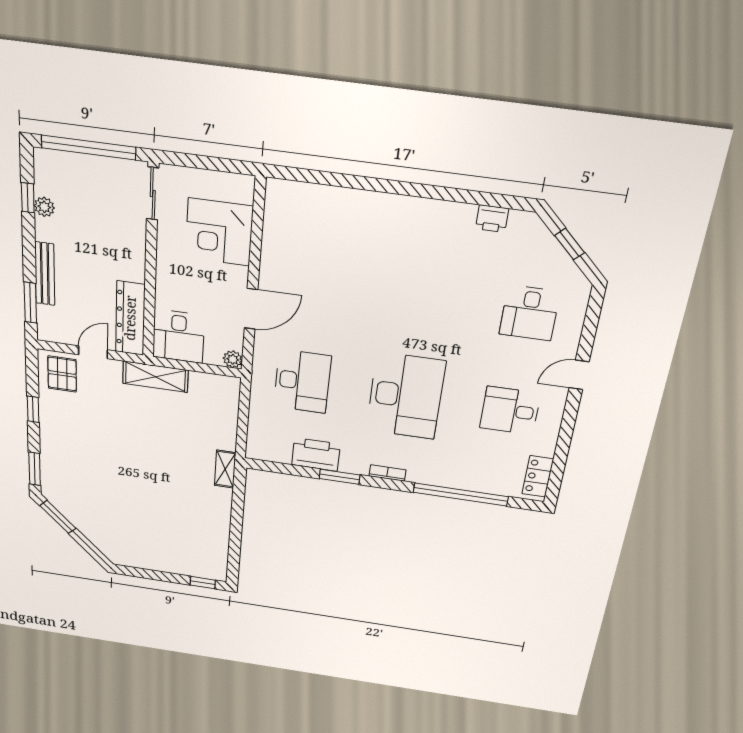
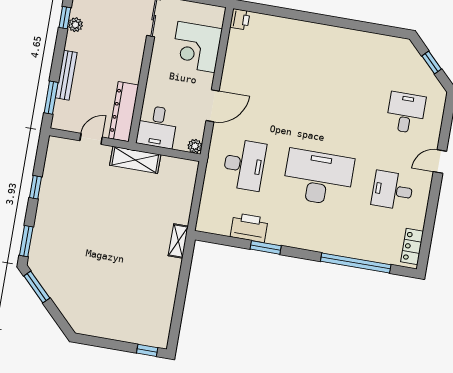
printer: (492, 219) -> (240, 19), moved, turned -90
desk: (529, 313) -> (406, 113), turned 180
pallet: (62, 374) -> (64, 157), removed
desk: (406, 396) -> (318, 178), turned -90
bookcase: (387, 473) -> (302, 244), removed

